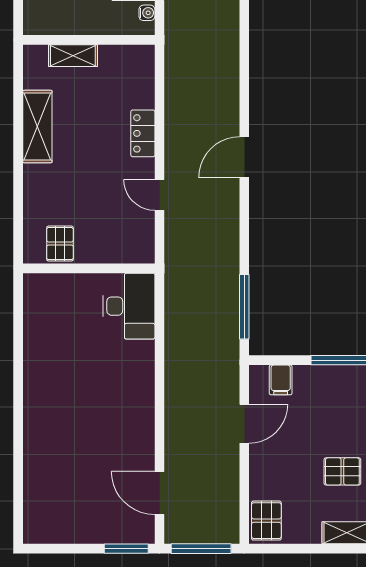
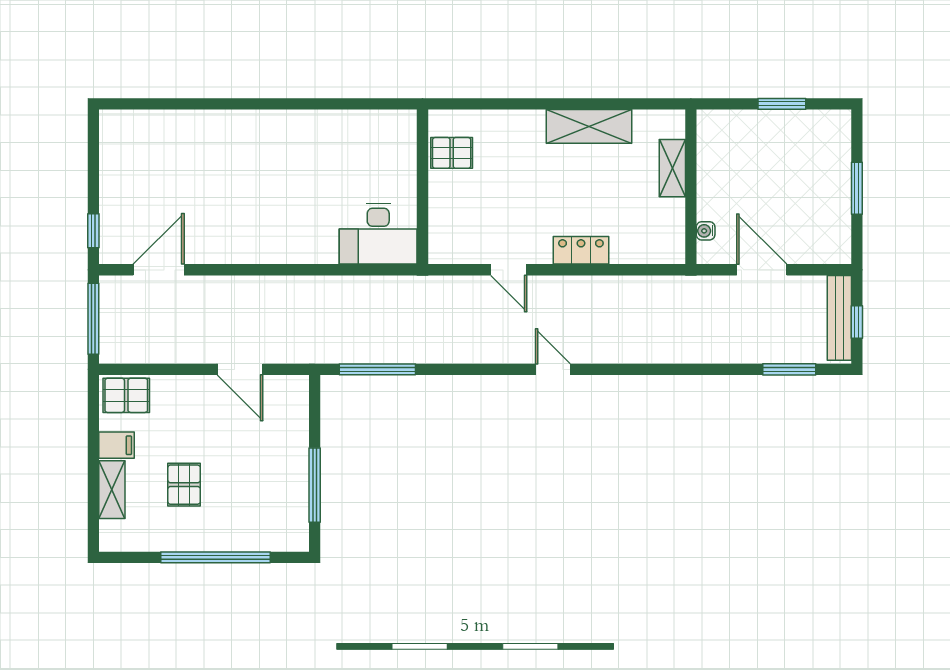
water cooler: (147, 13) -> (706, 231), moved, turned 90
door: (244, 157) -> (553, 369), width x0.73
door: (159, 195) -> (509, 270), swing flipped
filing cabinet: (281, 380) -> (117, 445), moved, turned 180
window: (126, 549) -> (93, 231), width x0.67

